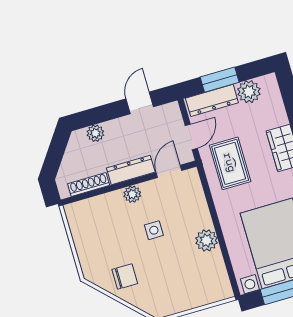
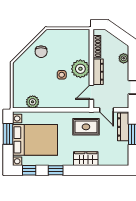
plant: (249, 92) -> (122, 148), removed
door: (169, 171) -> (91, 92), swing flipped
plant: (132, 194) -> (80, 69), width x1.87, depth x1.87
plant: (207, 240) -> (33, 102), moved

